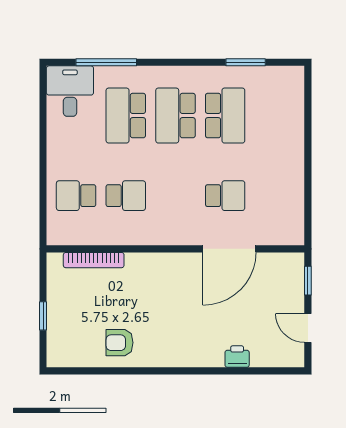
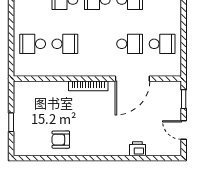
school desk: (275, 196) -> (162, 44), added
bookcase: (94, 260) -> (88, 86), moved

